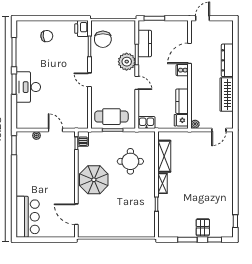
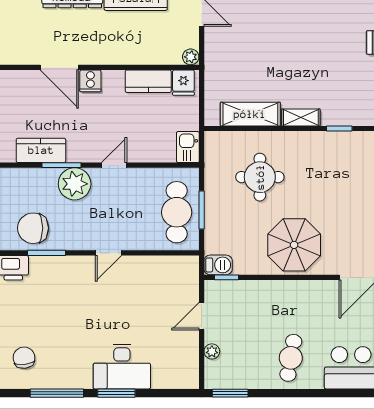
chair: (47, 36) -> (24, 358), moved
chair: (103, 39) -> (33, 228), turned 180
cafe table: (33, 178) -> (291, 358), added

